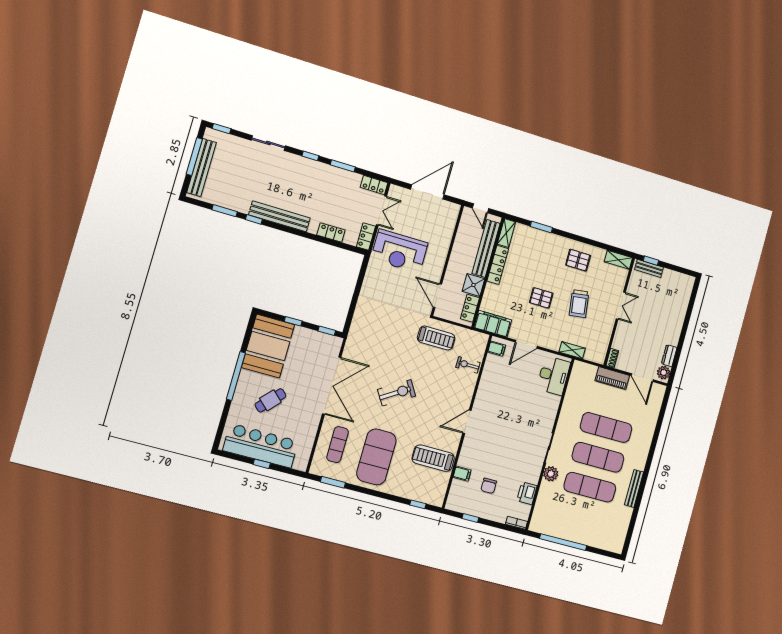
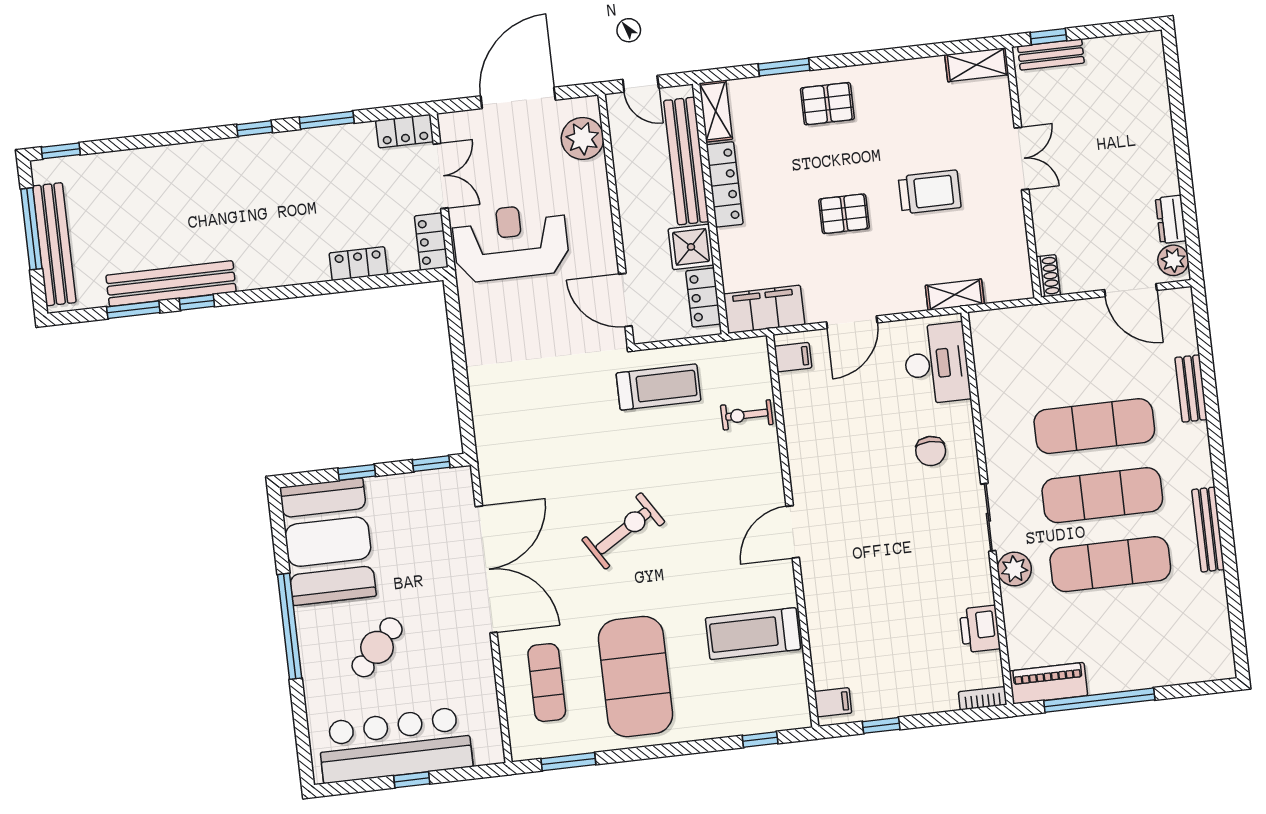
sliding door: (268, 143) -> (162, 139), removed
bench: (279, 216) -> (171, 284), moved
plant: (447, 221) -> (583, 138), added
reception desk: (399, 251) -> (511, 242), turned 180
pallet: (578, 260) -> (827, 104), moved
trolley: (579, 304) -> (930, 192), turned -82
piano: (612, 378) -> (1048, 683), moved, turned 180
bench: (650, 428) -> (1191, 389), added
filing cabinet: (462, 474) -> (833, 702), moved
chair: (489, 486) -> (931, 451), moved

